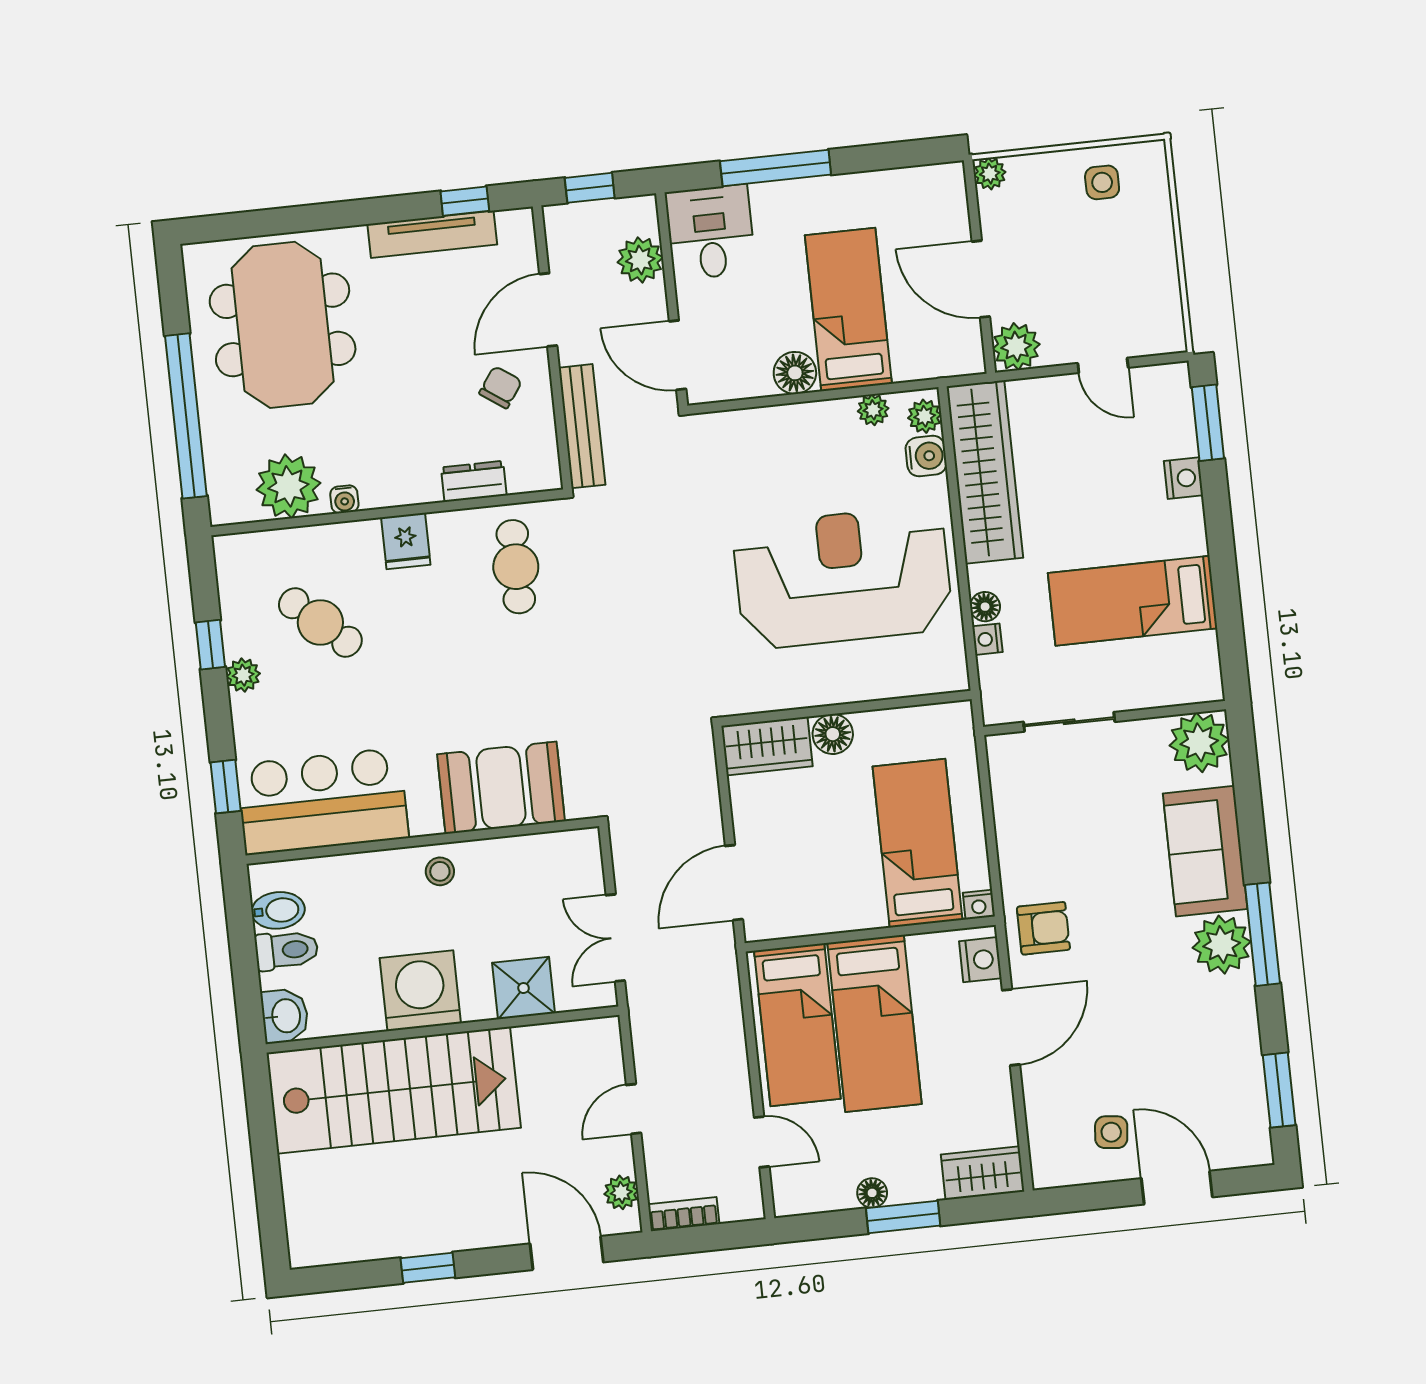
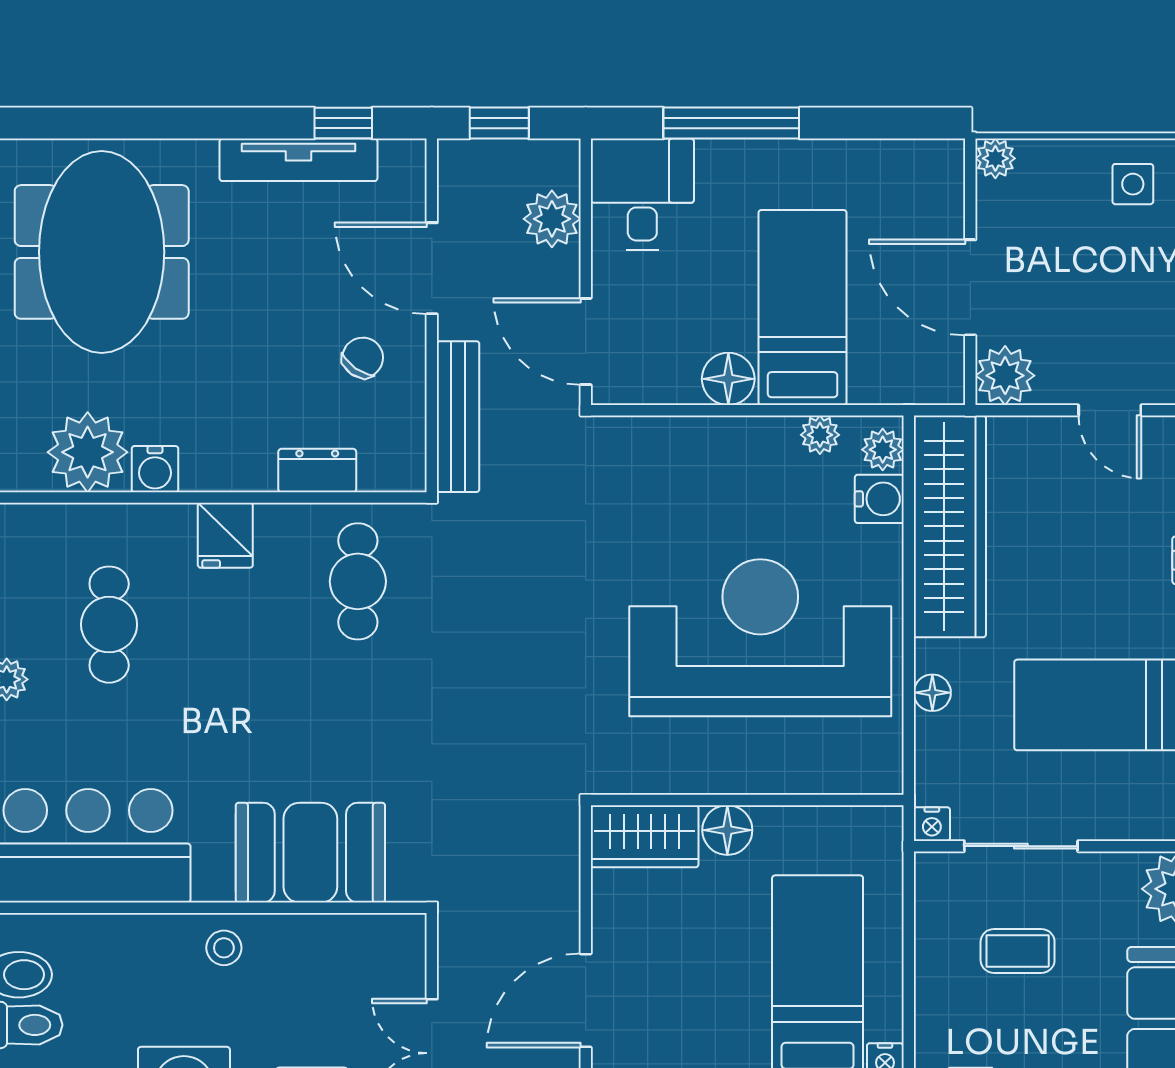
door: (548, 310) -> (432, 268), hinge flipped
water cooler: (344, 499) -> (155, 469), width x1.38, depth x1.38
cafe table: (320, 622) -> (109, 625), turned 48
nightstand: (987, 639) -> (932, 824), moved, turned -90
coffee table: (1075, 806) -> (1018, 951), added

